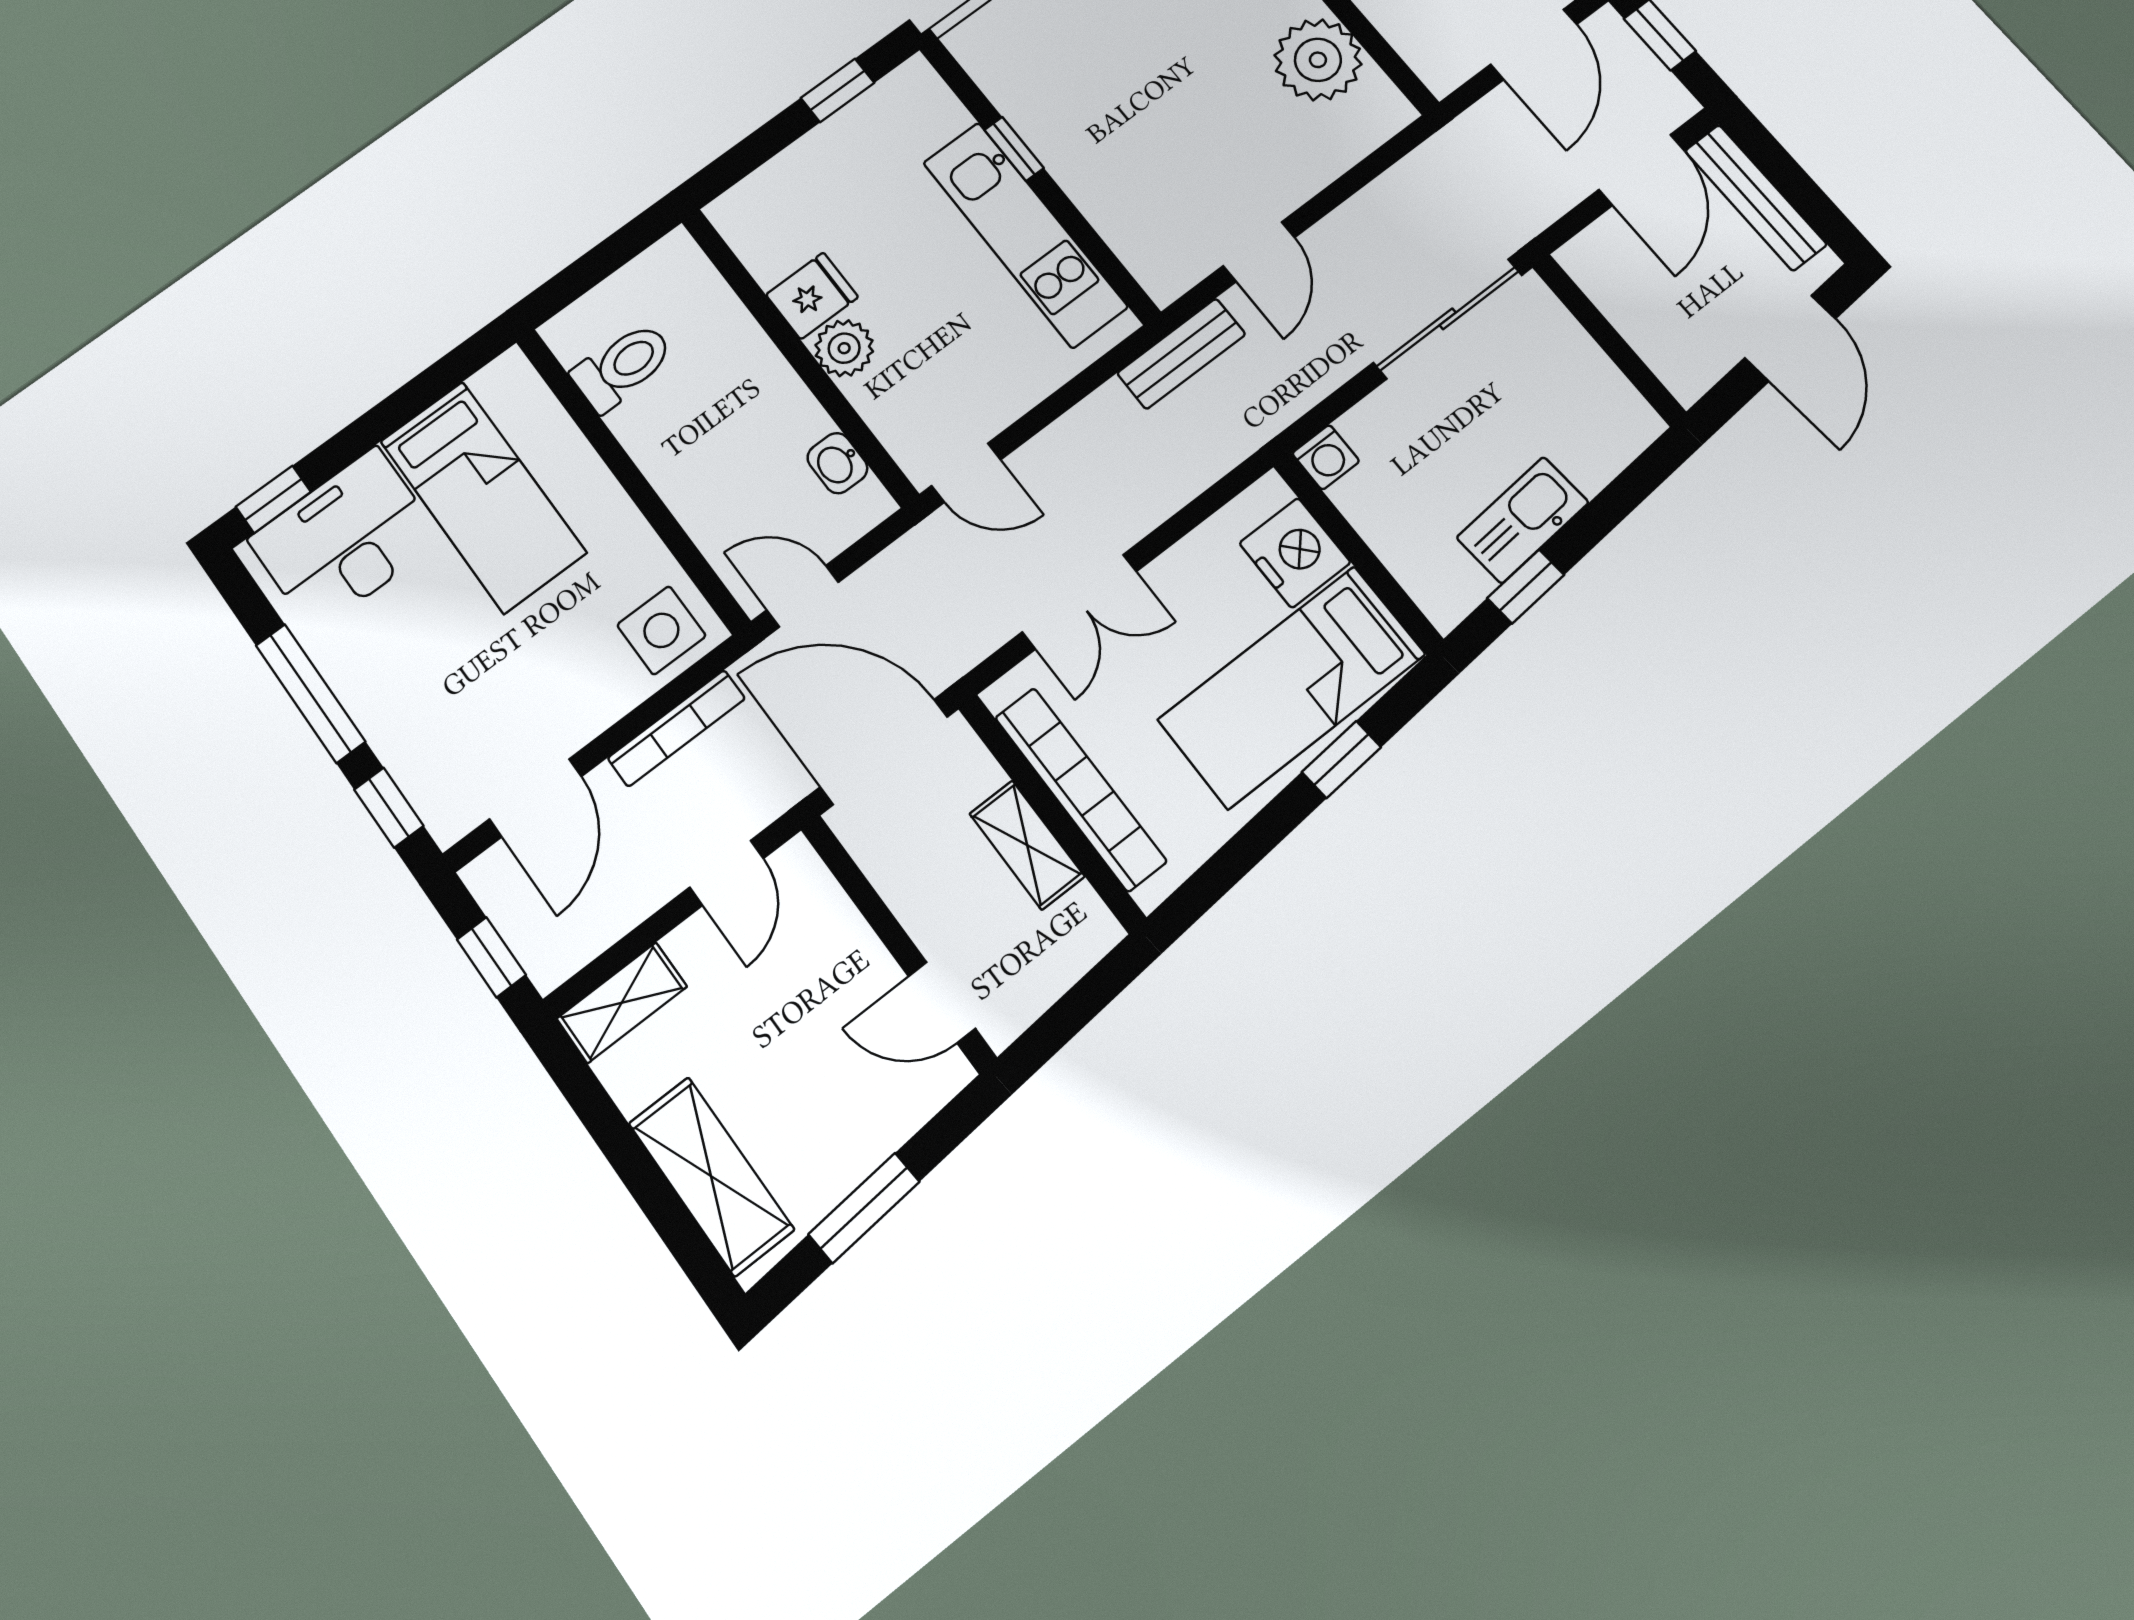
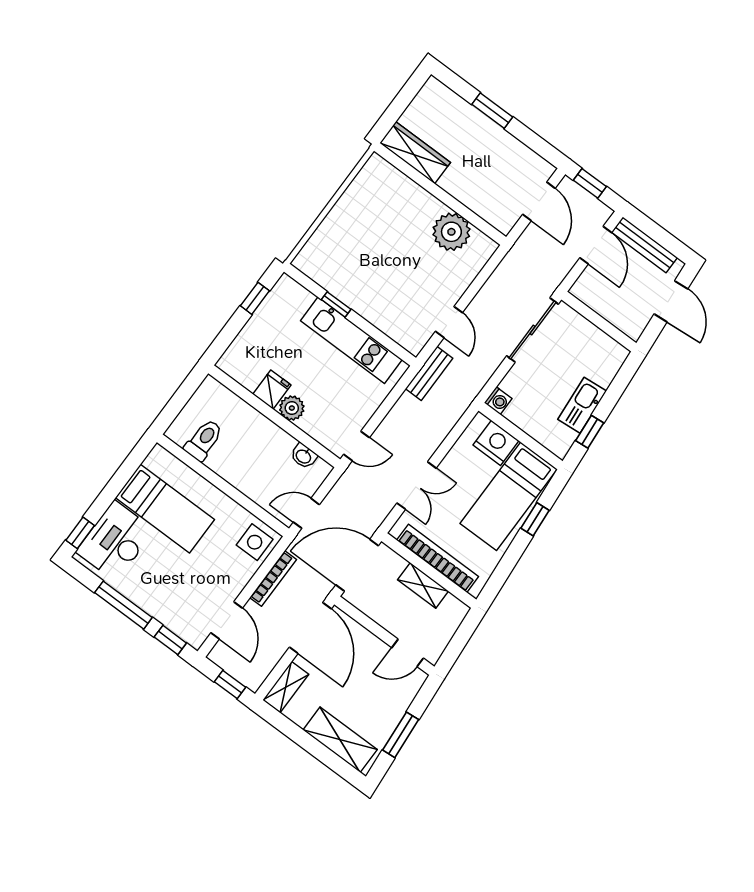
door: (726, 873) -> (310, 628), width x1.88

